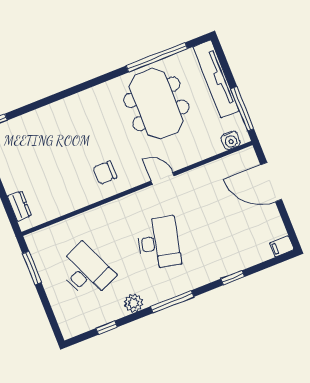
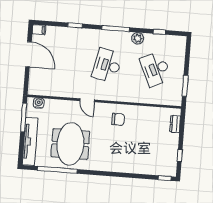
door: (271, 182) -> (28, 54), moved

